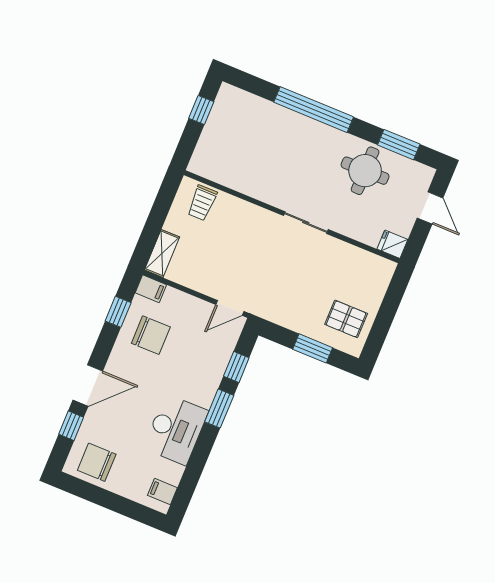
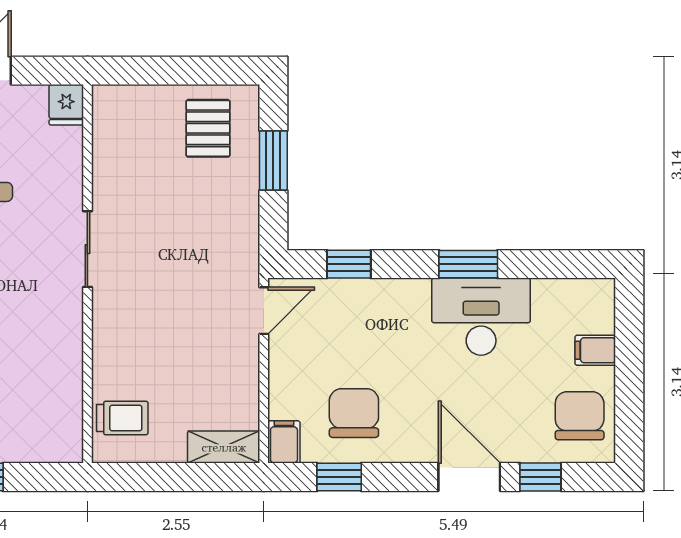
door: (230, 308) -> (264, 311), hinge flipped
window: (219, 409) -> (468, 264), moved
chair: (97, 462) -> (580, 416), turned 180
filing cabinet: (162, 491) -> (595, 350), moved, turned 90

